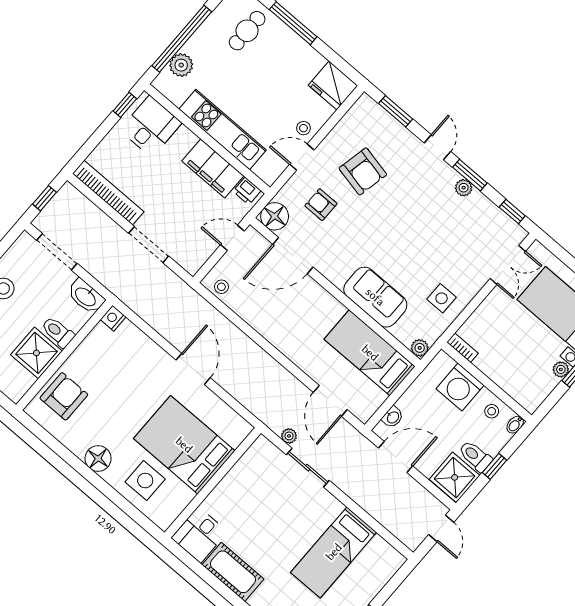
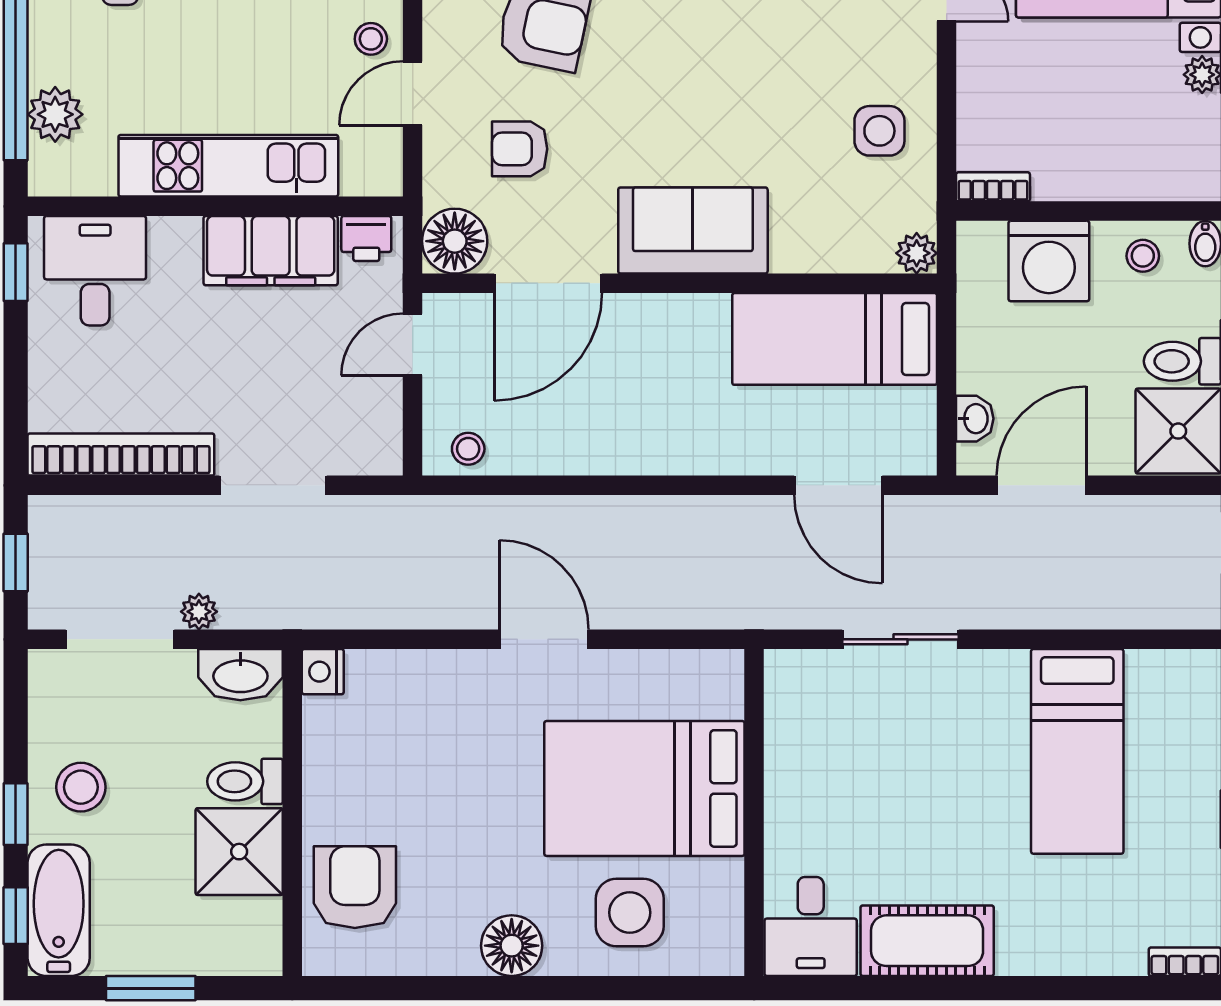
sofa: (375, 297) -> (693, 231), moved
plant: (289, 436) -> (199, 612), moved

